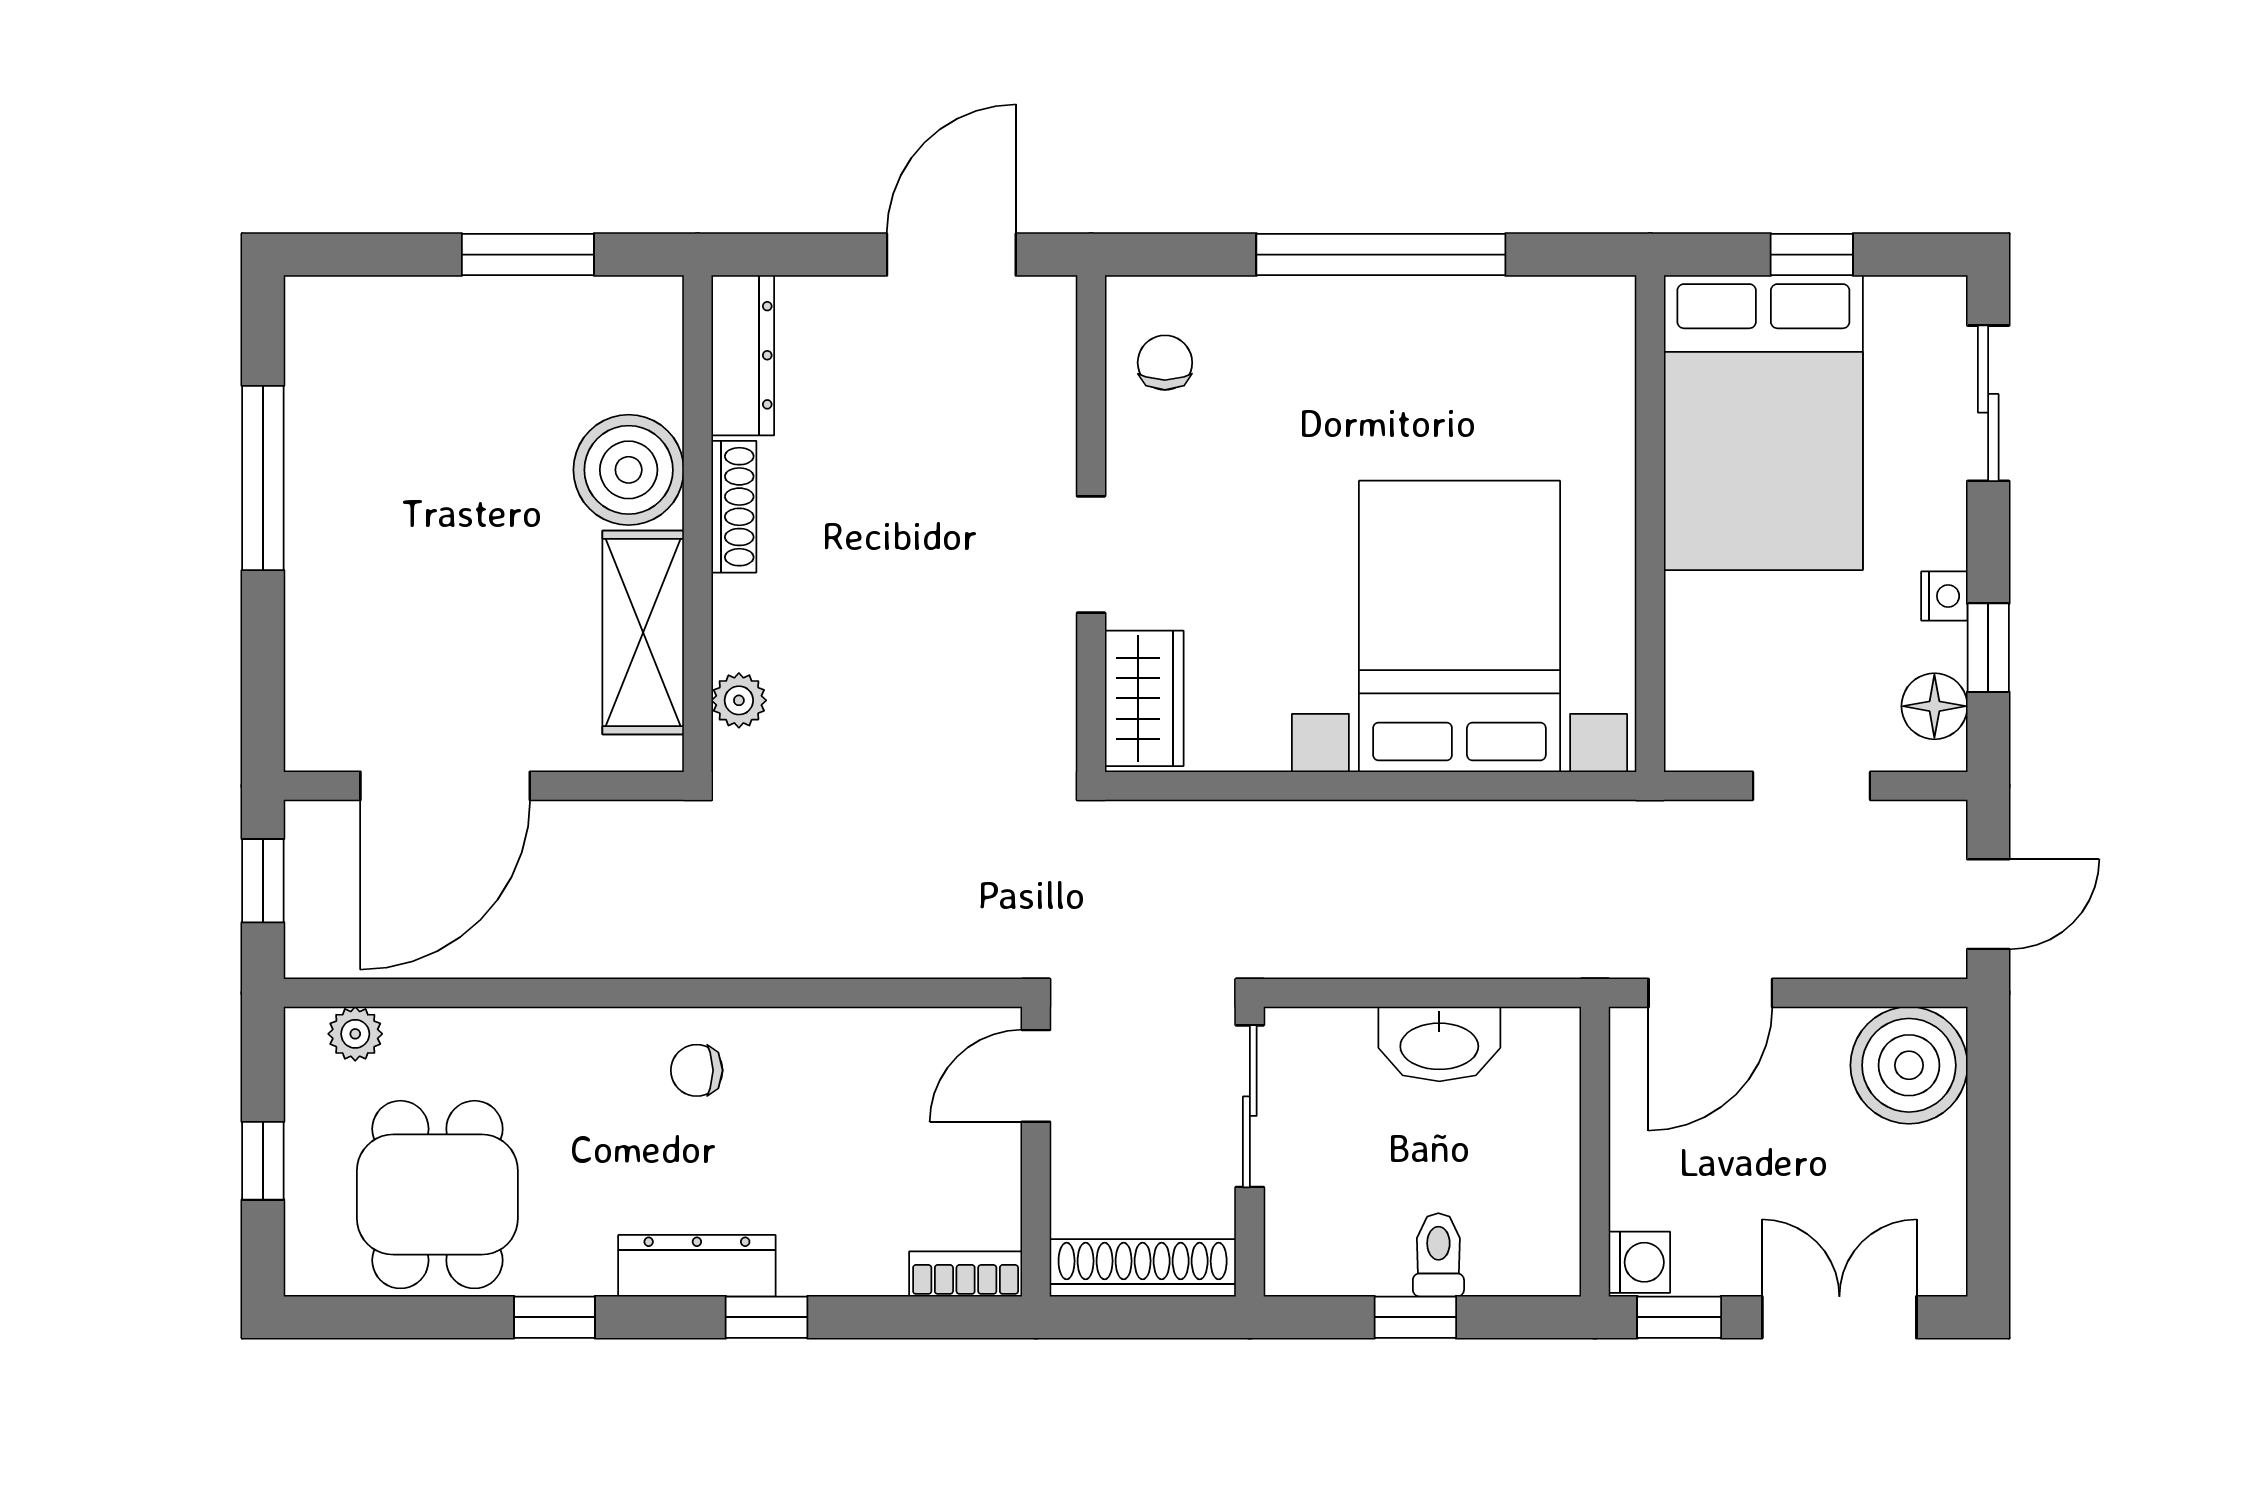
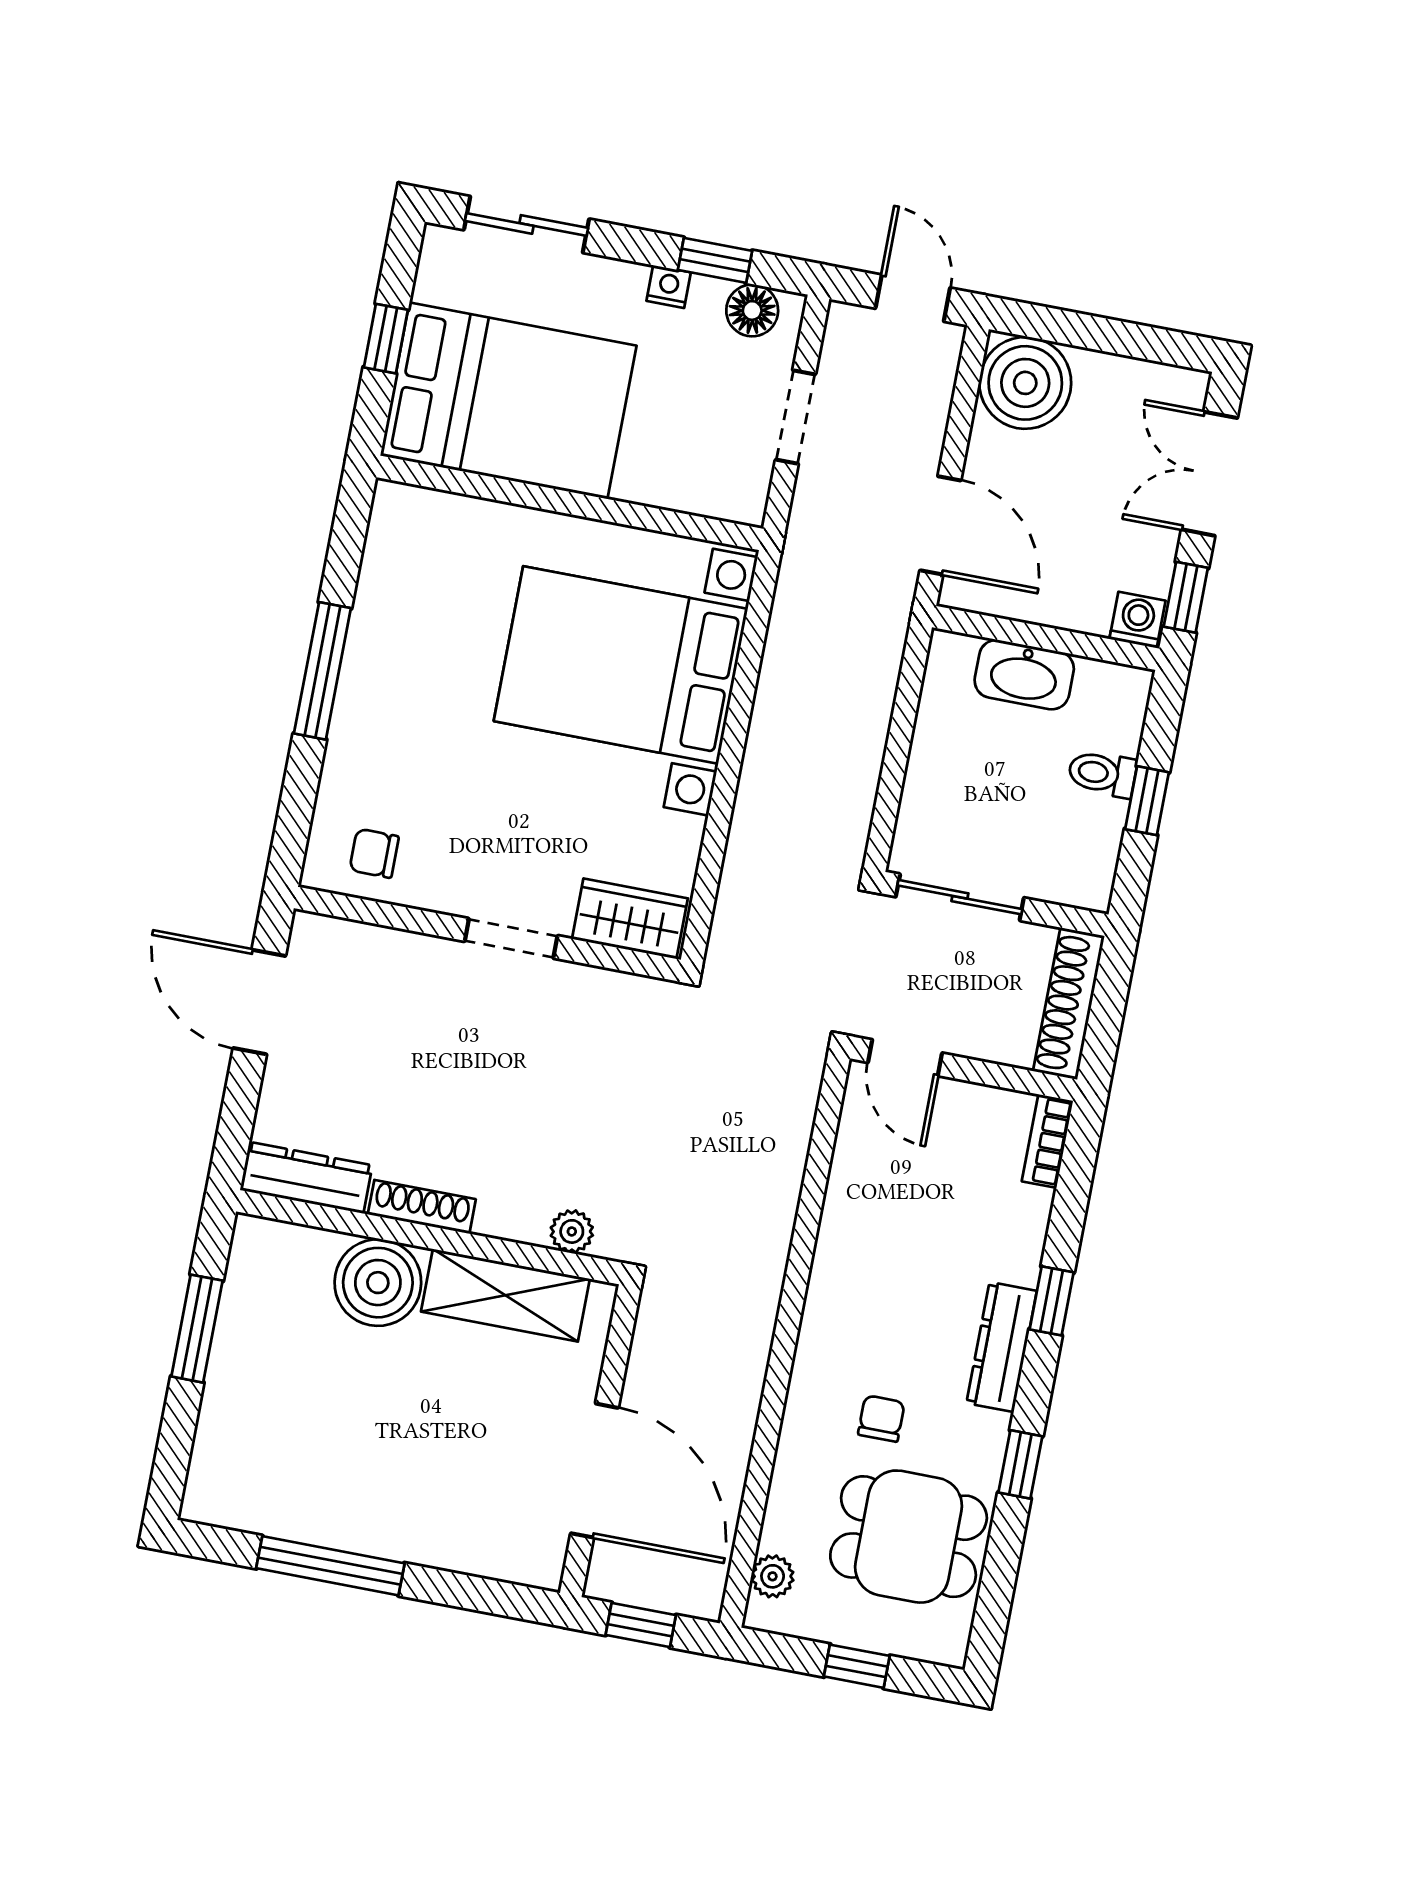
window: (1381, 255) -> (322, 671), width x0.68
washbasin: (1439, 1044) -> (1024, 675), moved, turned 90
chair: (697, 1070) -> (881, 1418), moved, turned 180

